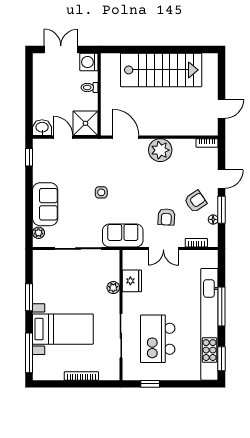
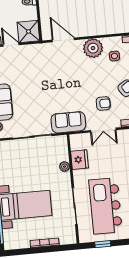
side table: (101, 192) -> (114, 56), moved
armchair: (166, 217) -> (103, 103), turned -93
kitchen island: (158, 339) -> (106, 206), width x1.37

